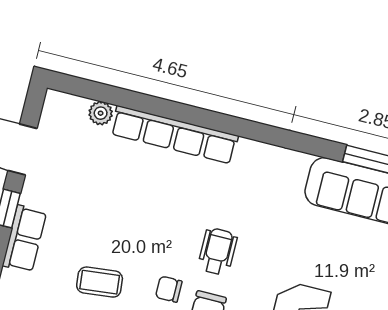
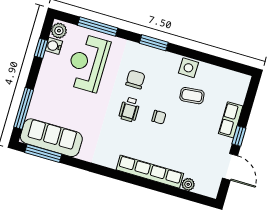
chair: (169, 289) -> (159, 117), moved

